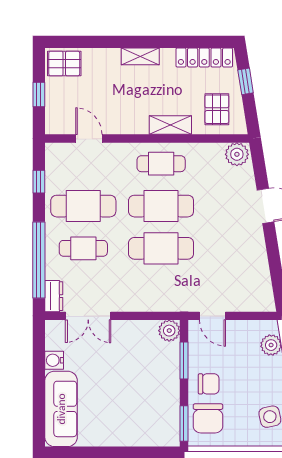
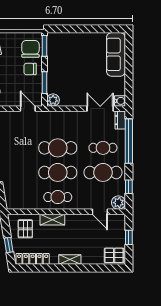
plant: (237, 154) -> (118, 203), moved
water cooler: (54, 360) -> (120, 101), moved

